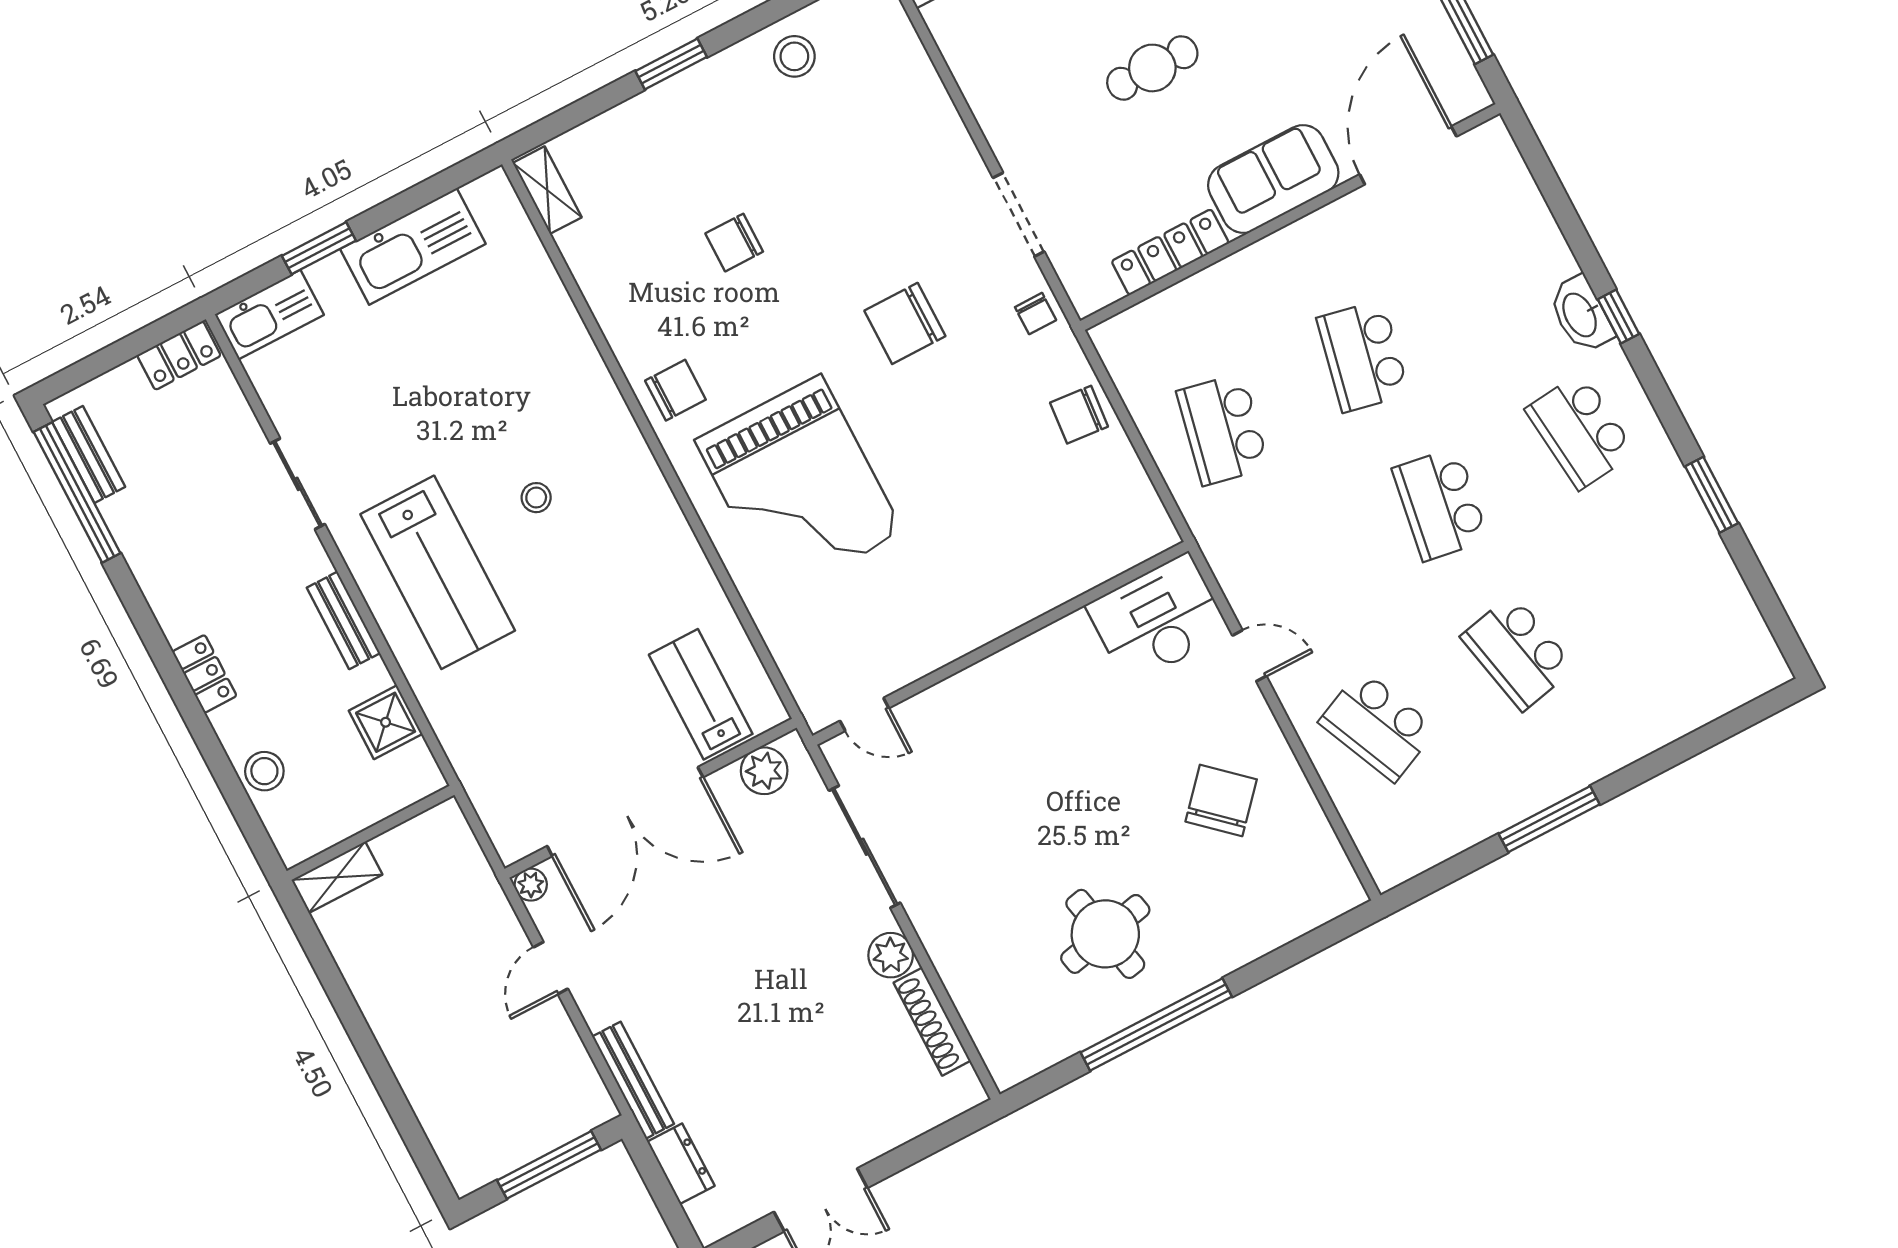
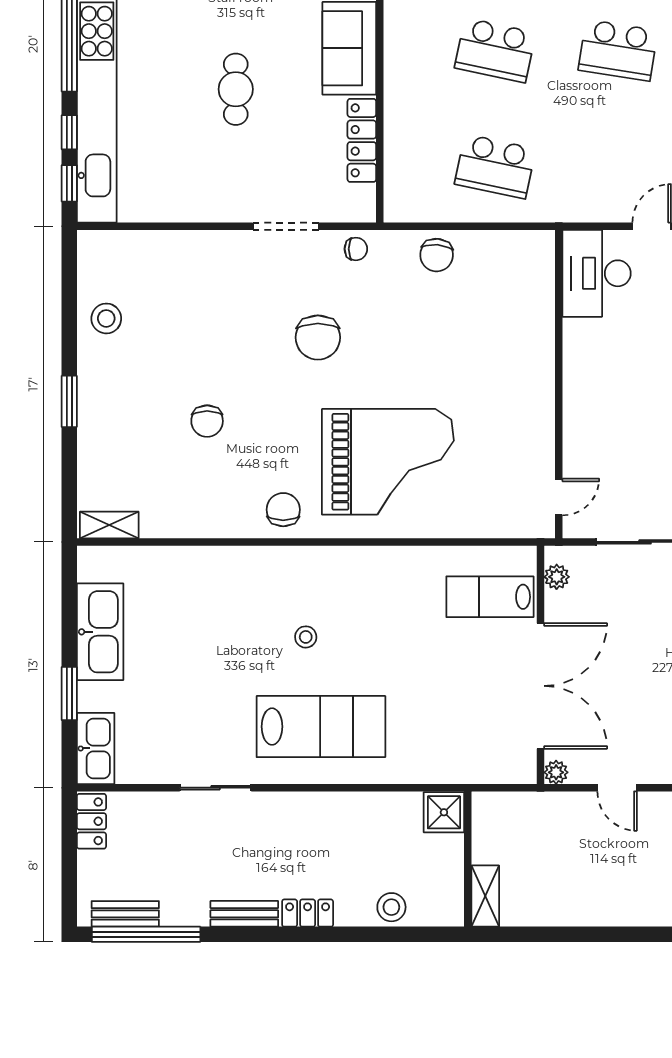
bench: (343, 620) -> (244, 914), moved
shower: (386, 722) -> (444, 812), moved
plant: (764, 771) -> (557, 577), width x0.73, depth x0.73

